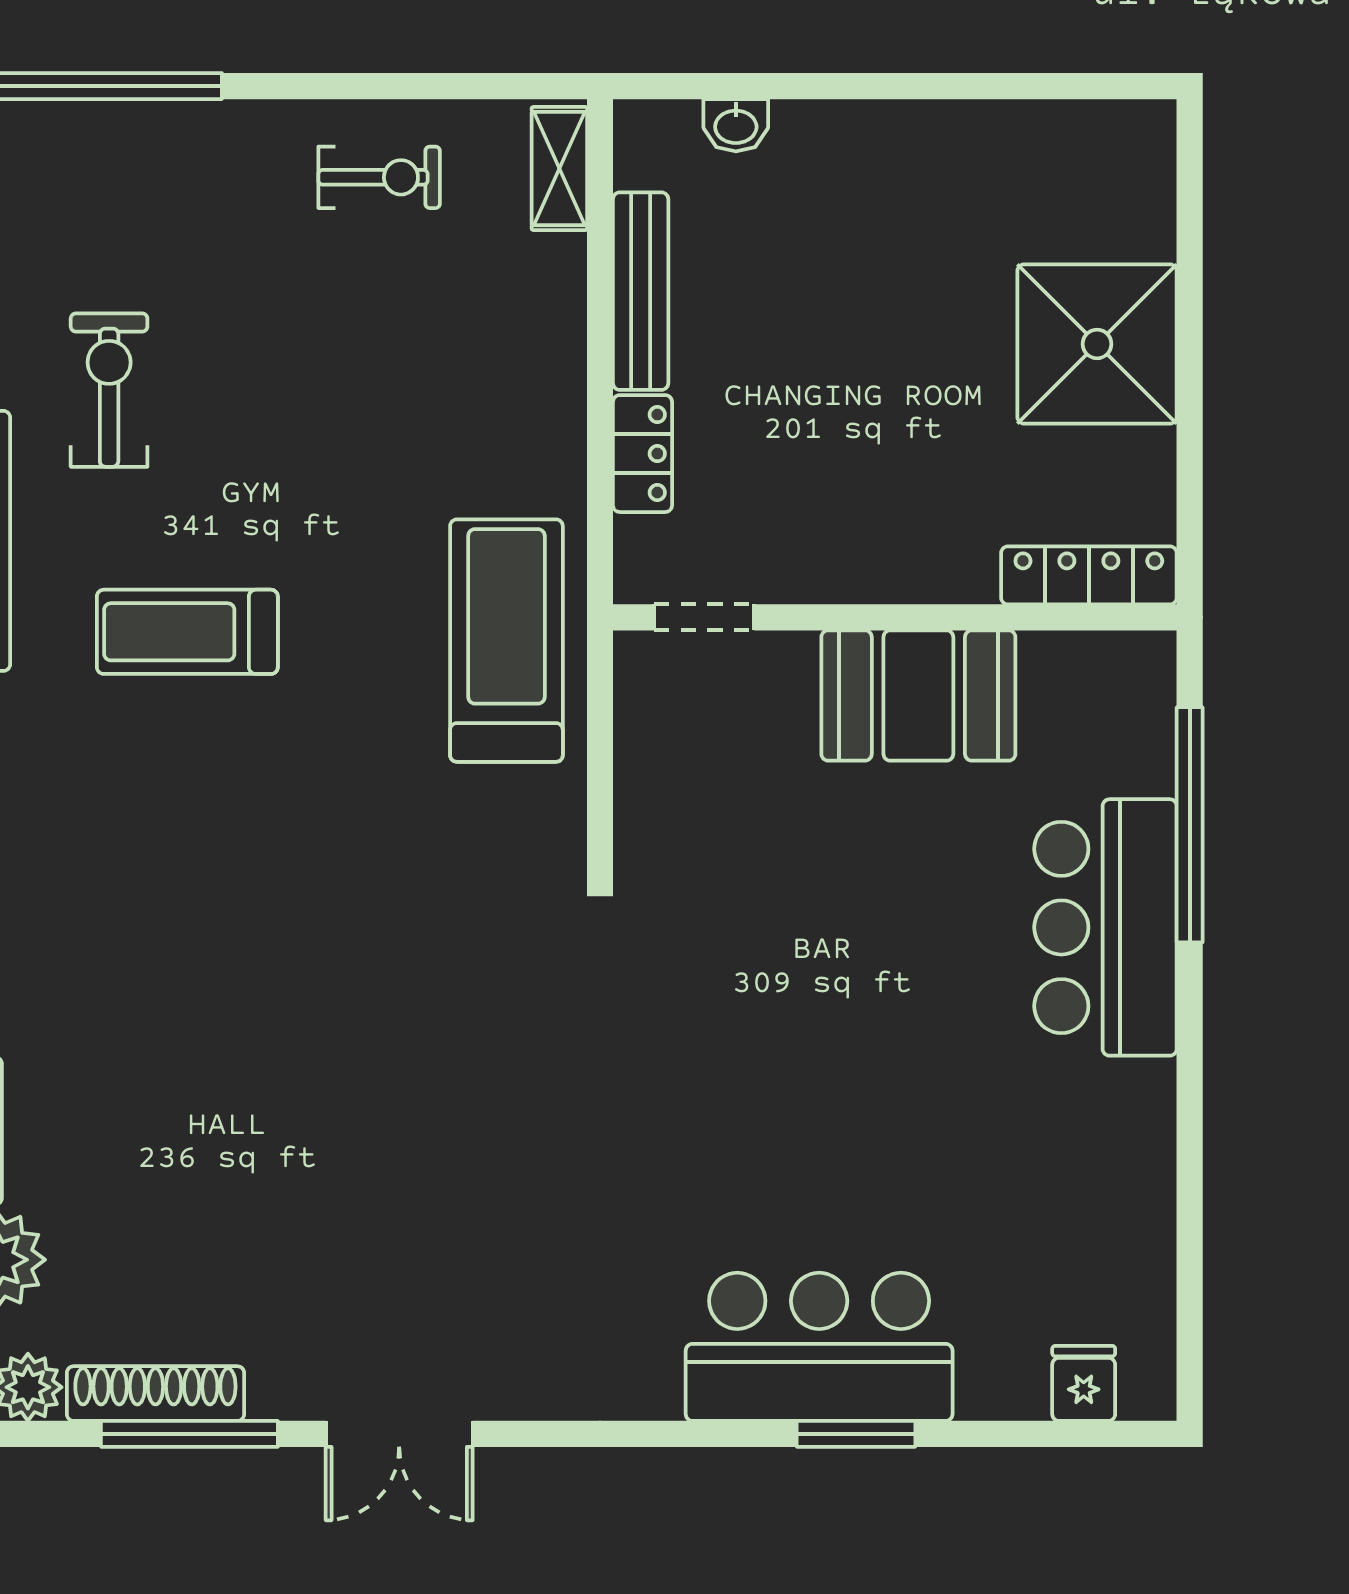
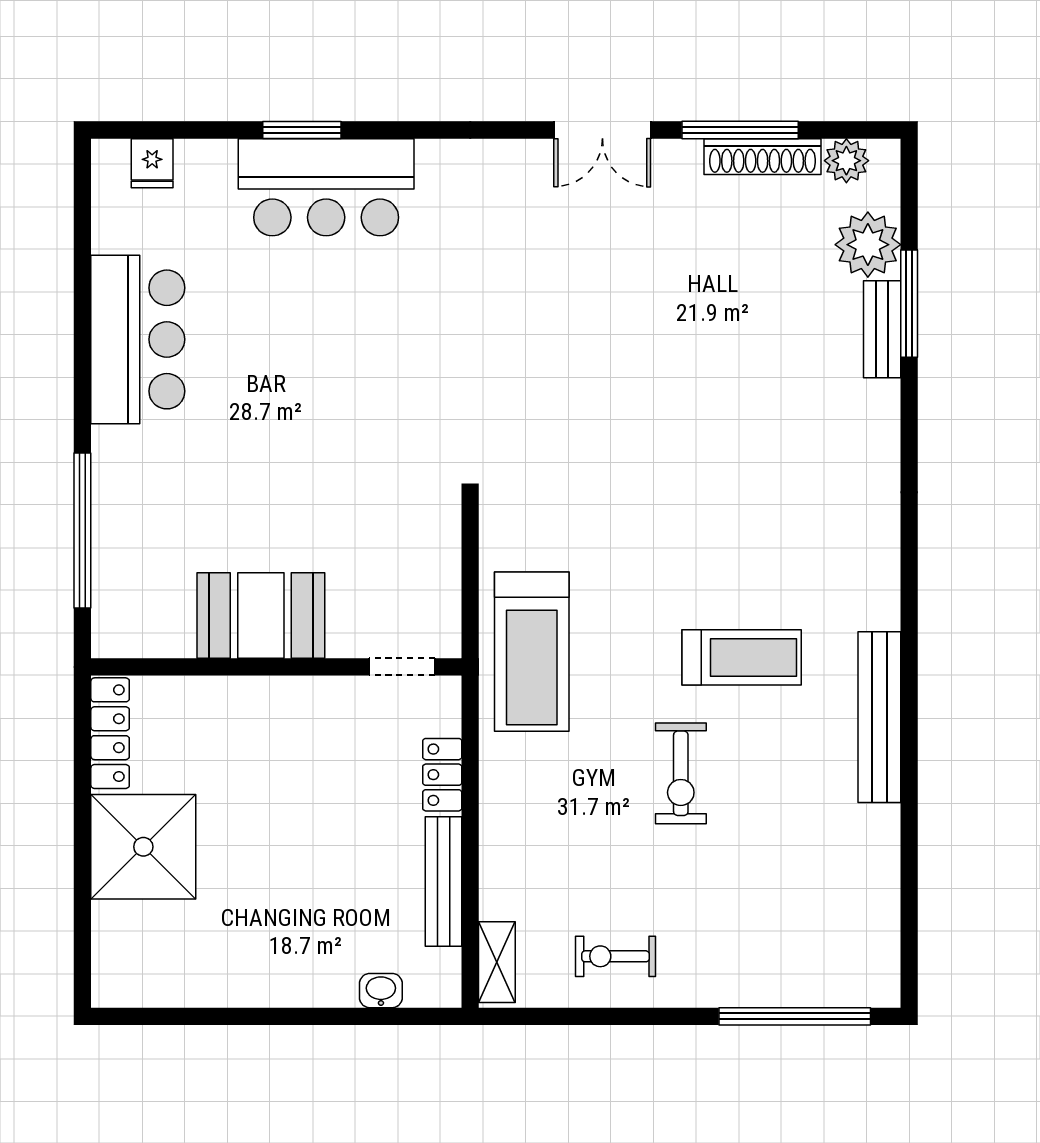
exercise bike: (109, 390) -> (681, 773), moved
locker: (1089, 575) -> (110, 733), moved, turned -90
bar counter: (1105, 927) -> (138, 339), moved
double door: (399, 1434) -> (602, 130), swing flipped

